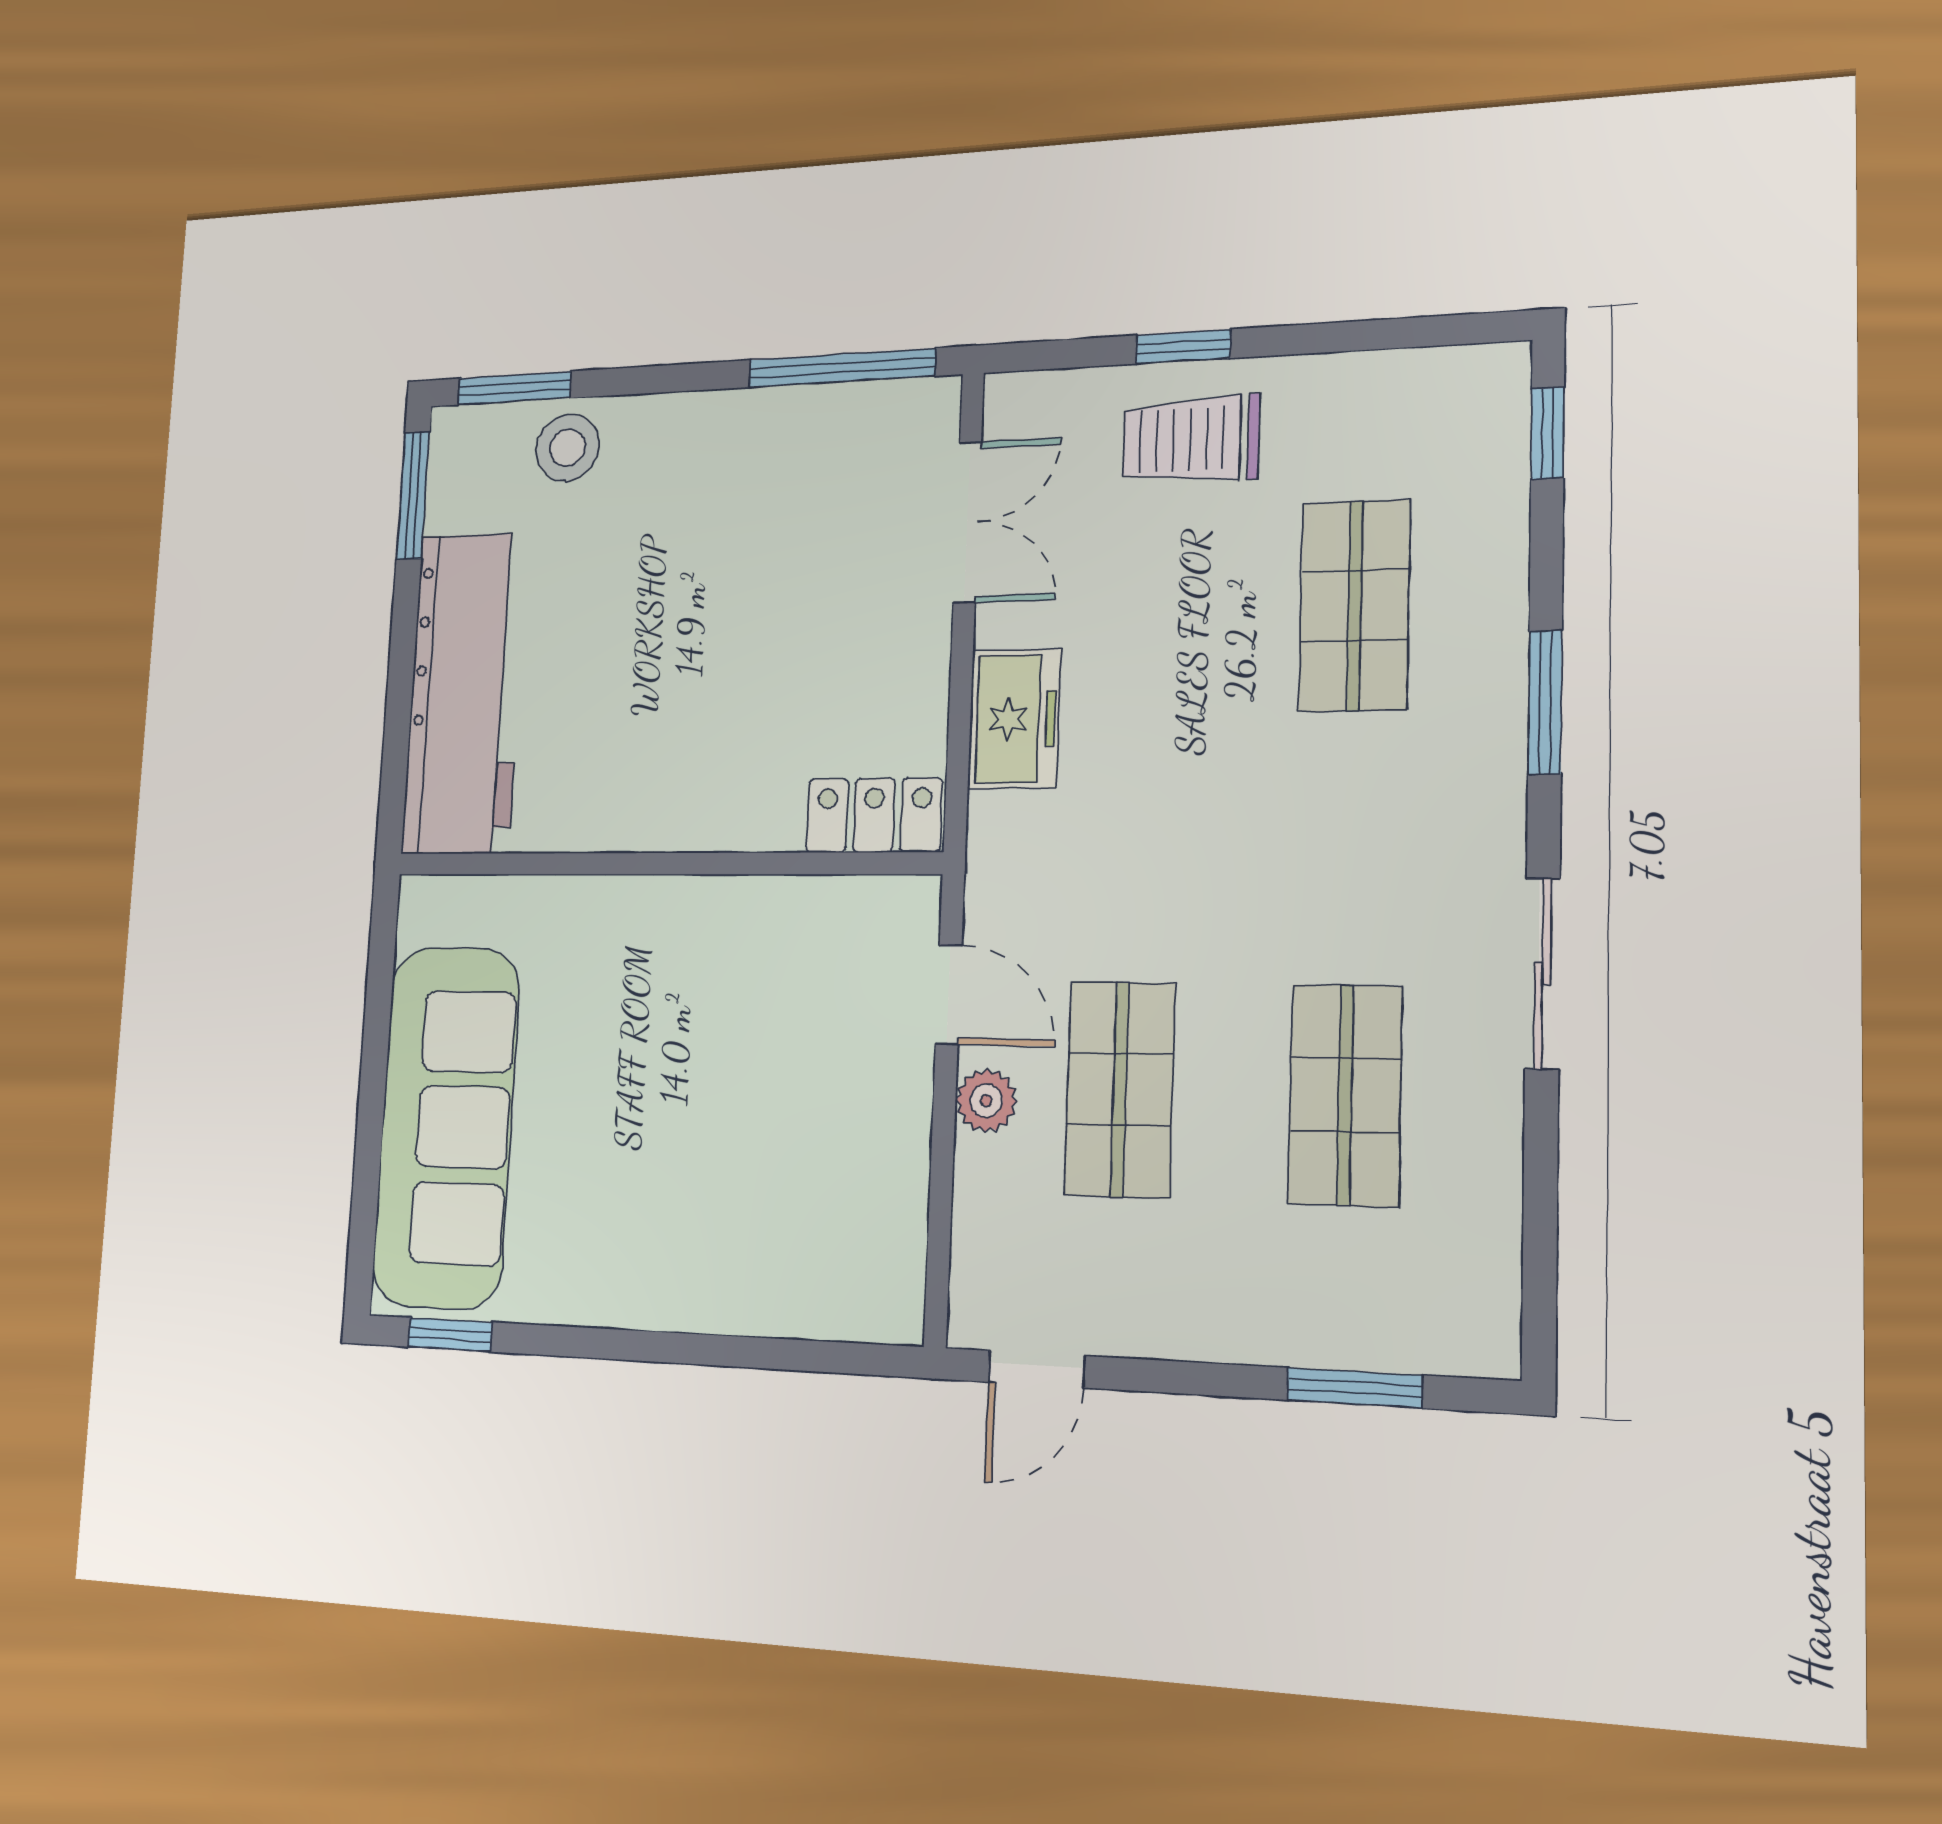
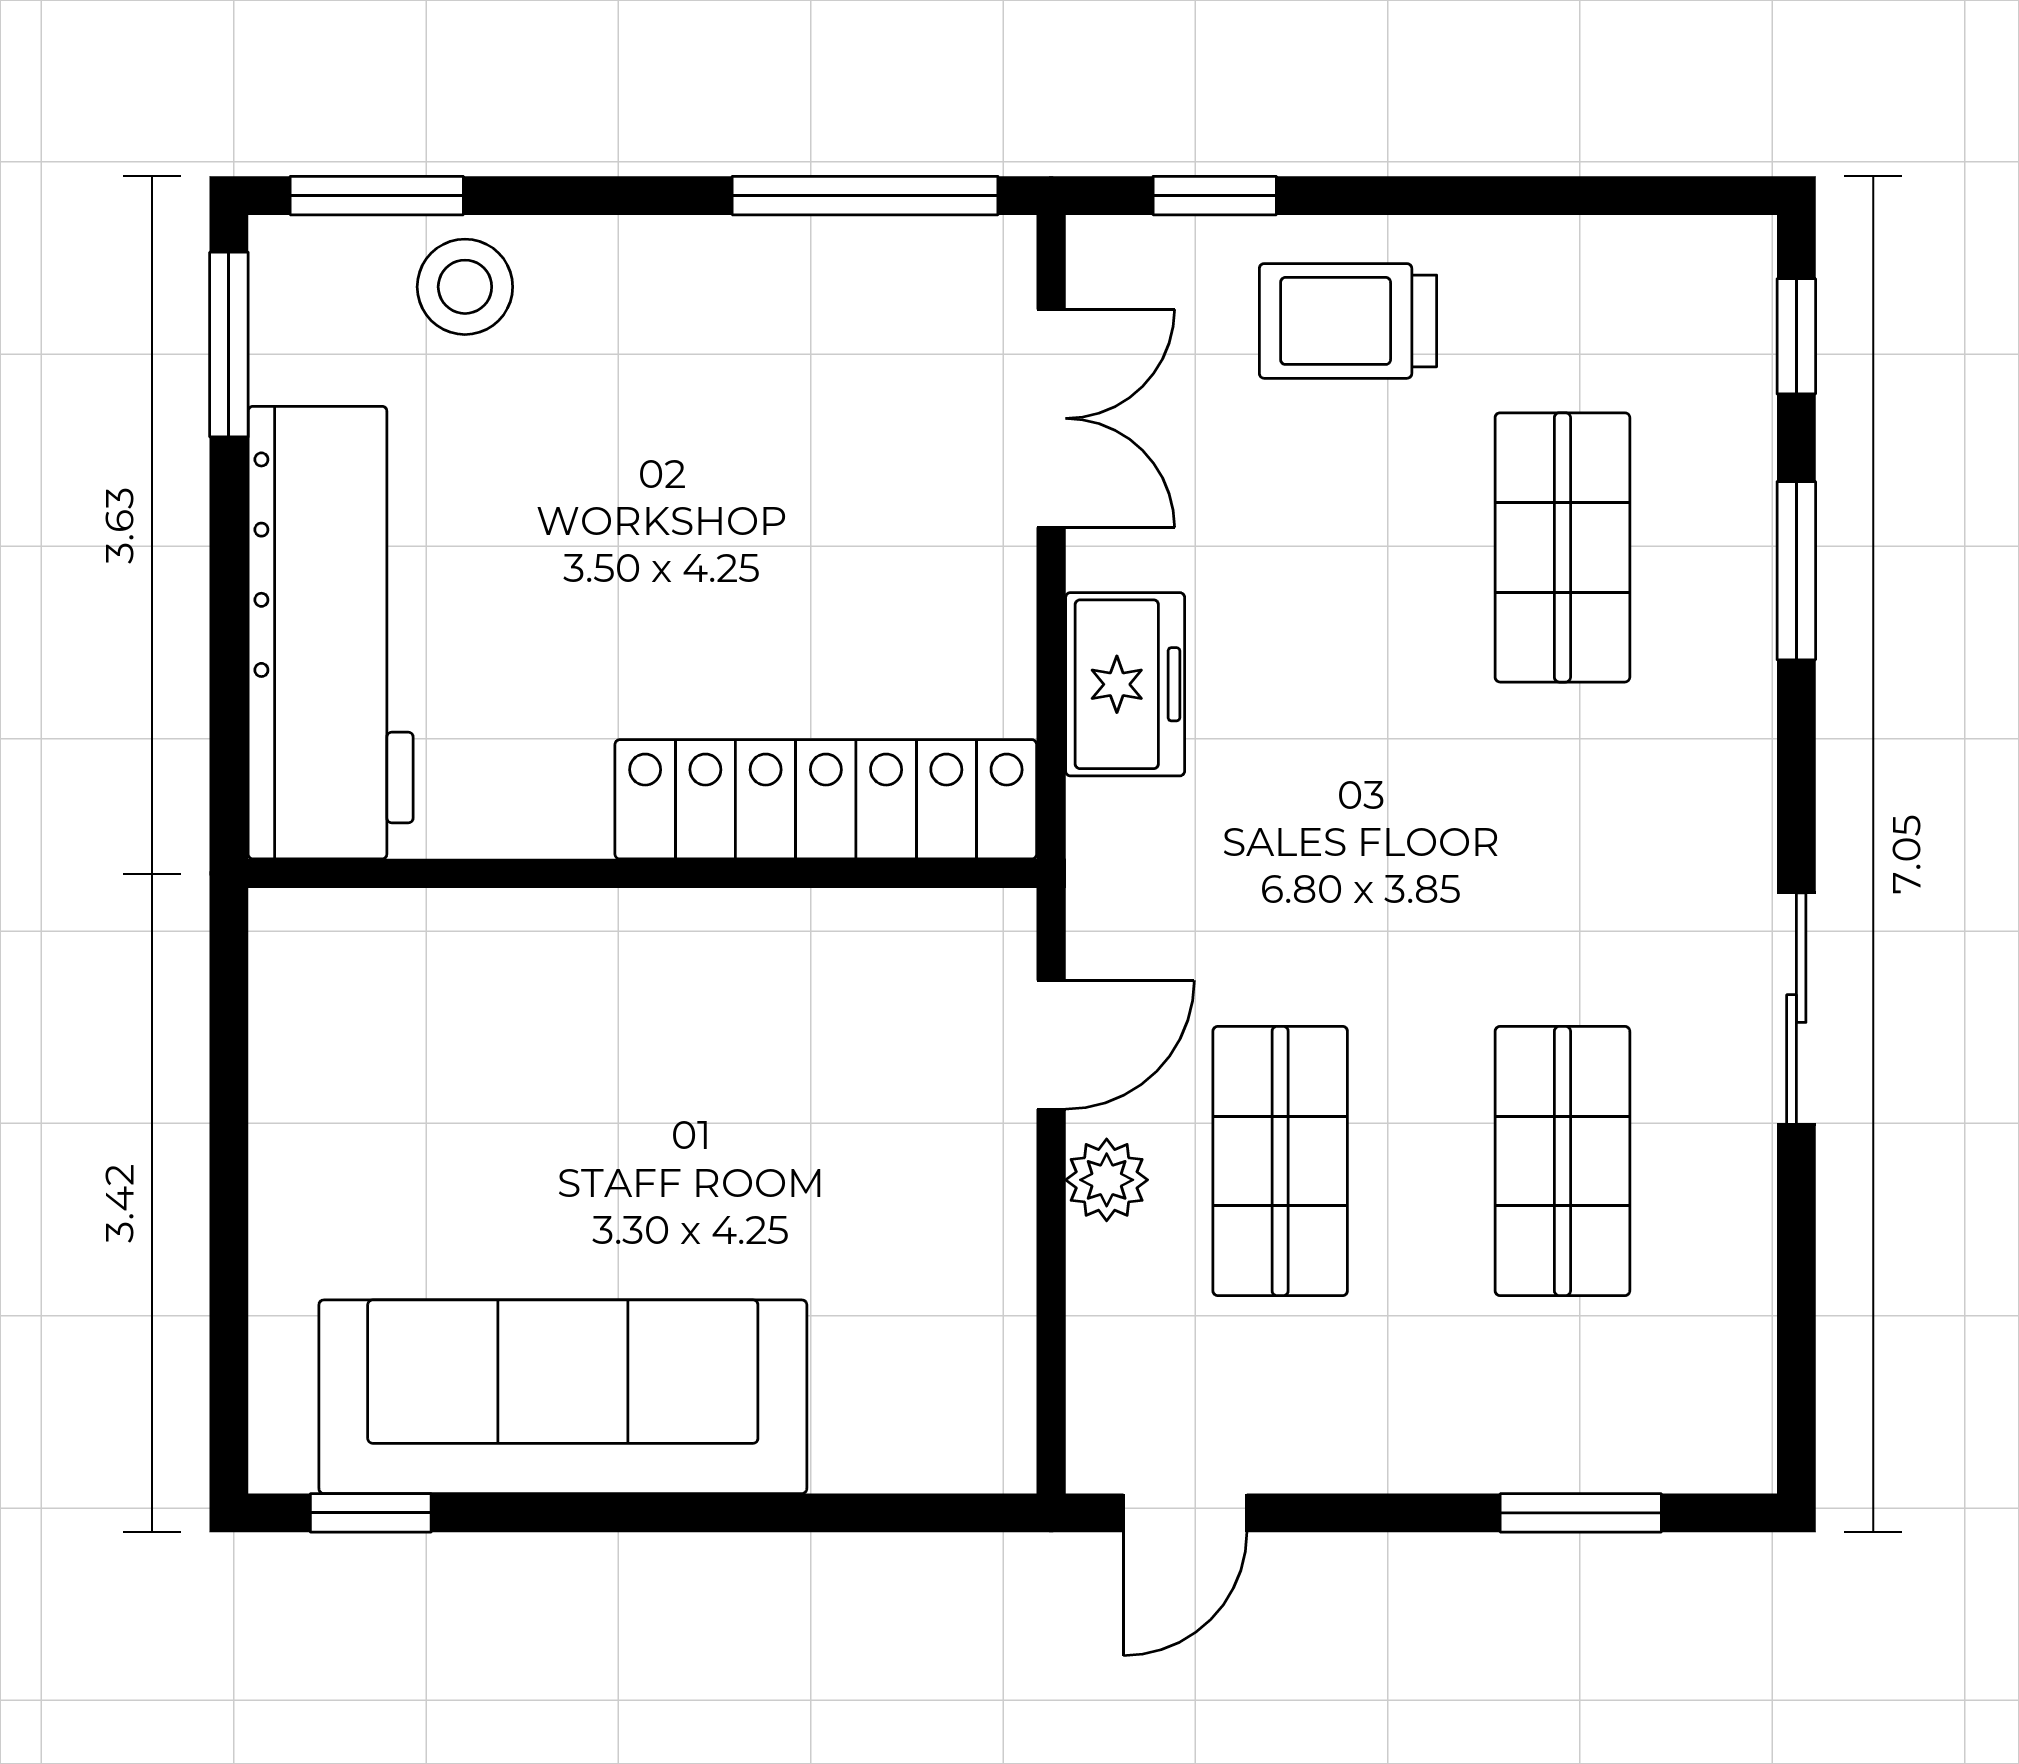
window: (1183, 347) -> (1215, 196), moved
window: (1545, 702) -> (1796, 571), moved
locker: (874, 815) -> (826, 799), width x2.16, depth x1.21
door: (949, 995) -> (1051, 1045), hinge flipped
sofa: (446, 1127) -> (563, 1397), moved, turned -90

